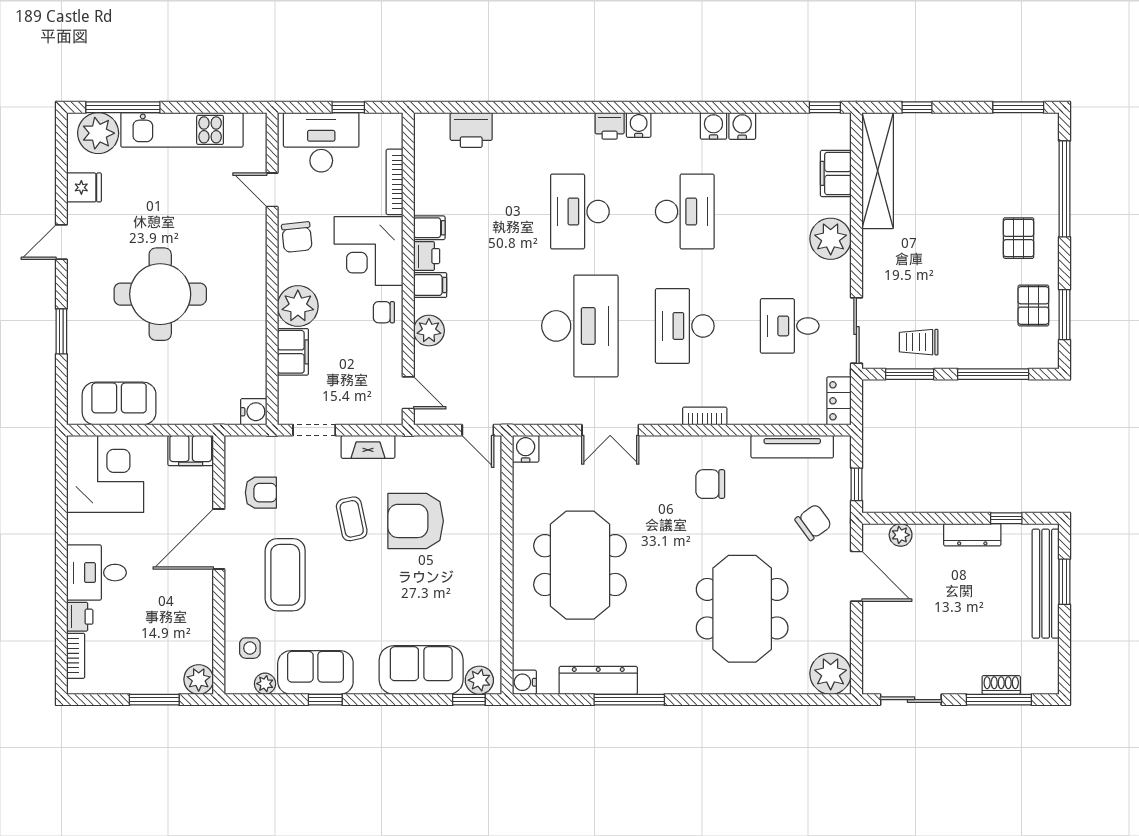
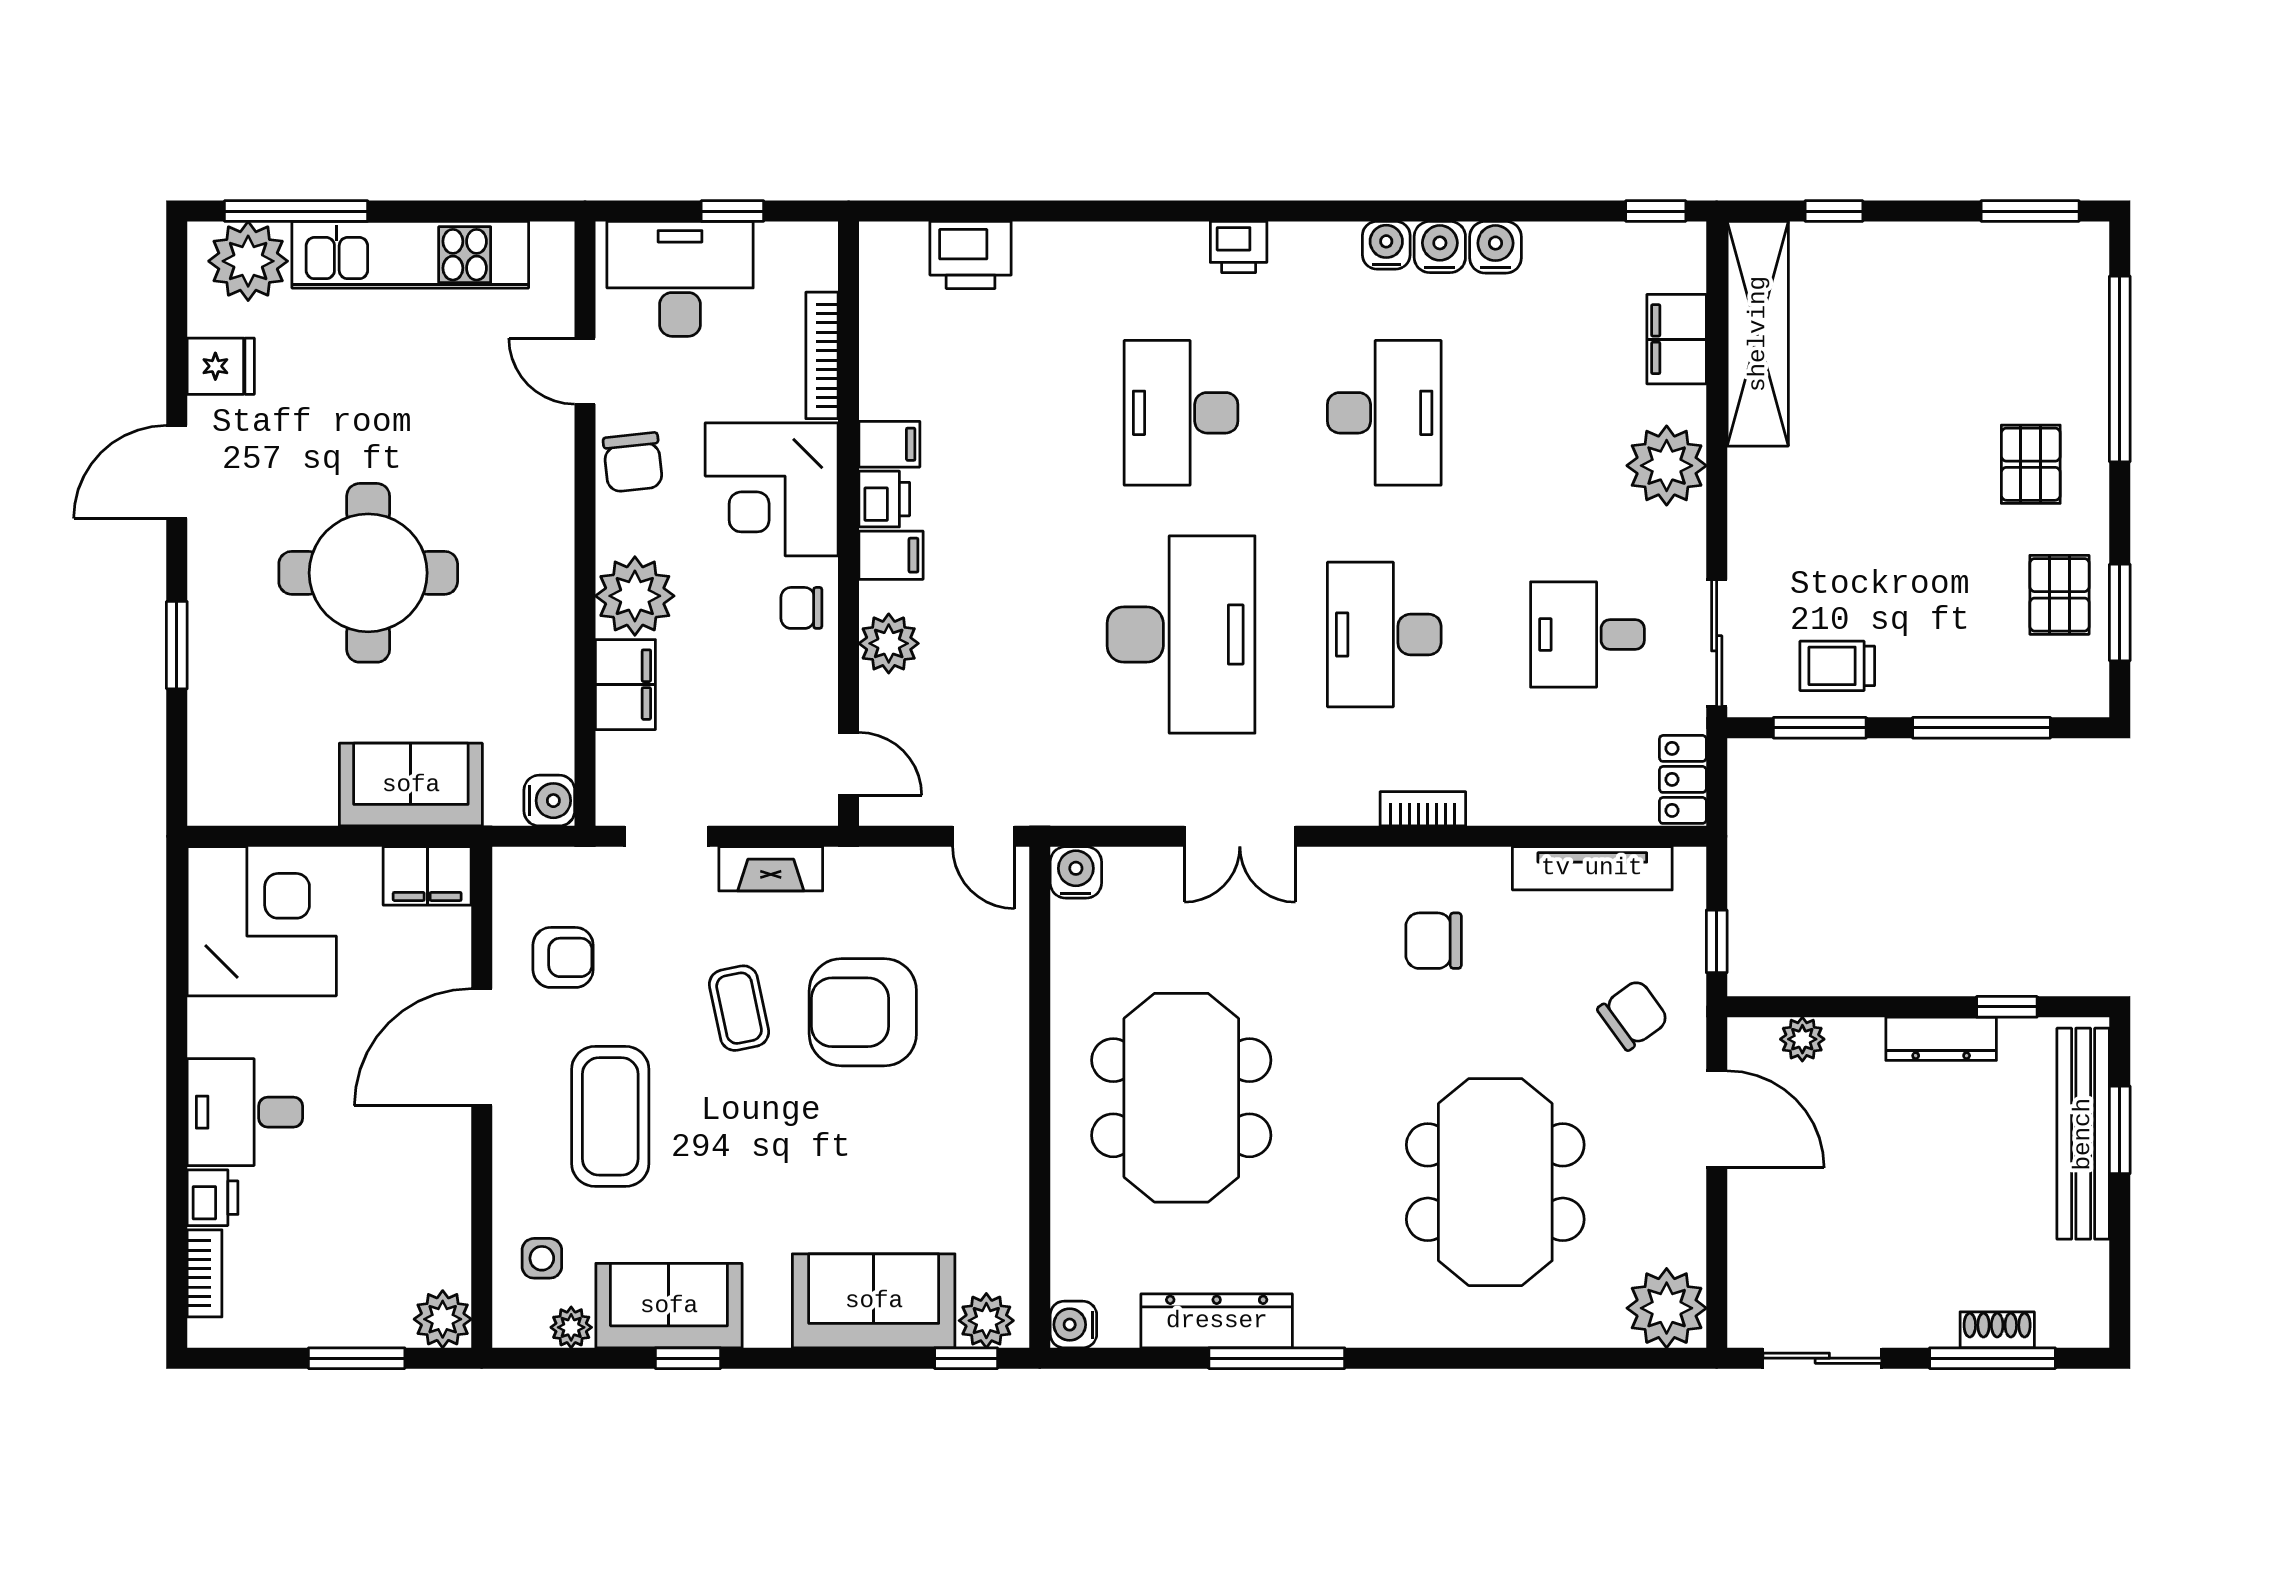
water cooler: (639, 125) -> (1386, 245), moved
door: (61, 242) -> (177, 472), width x1.38
sofa: (119, 403) -> (411, 785), moved

